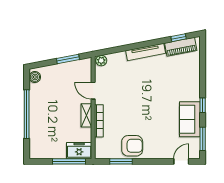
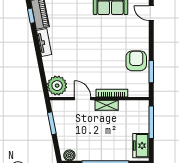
tv unit: (146, 52) -> (44, 42), width x0.71
plant: (101, 61) -> (57, 86), width x1.88, depth x1.88
door: (93, 91) -> (83, 99), swing flipped
freezer: (79, 151) -> (141, 146), moved

